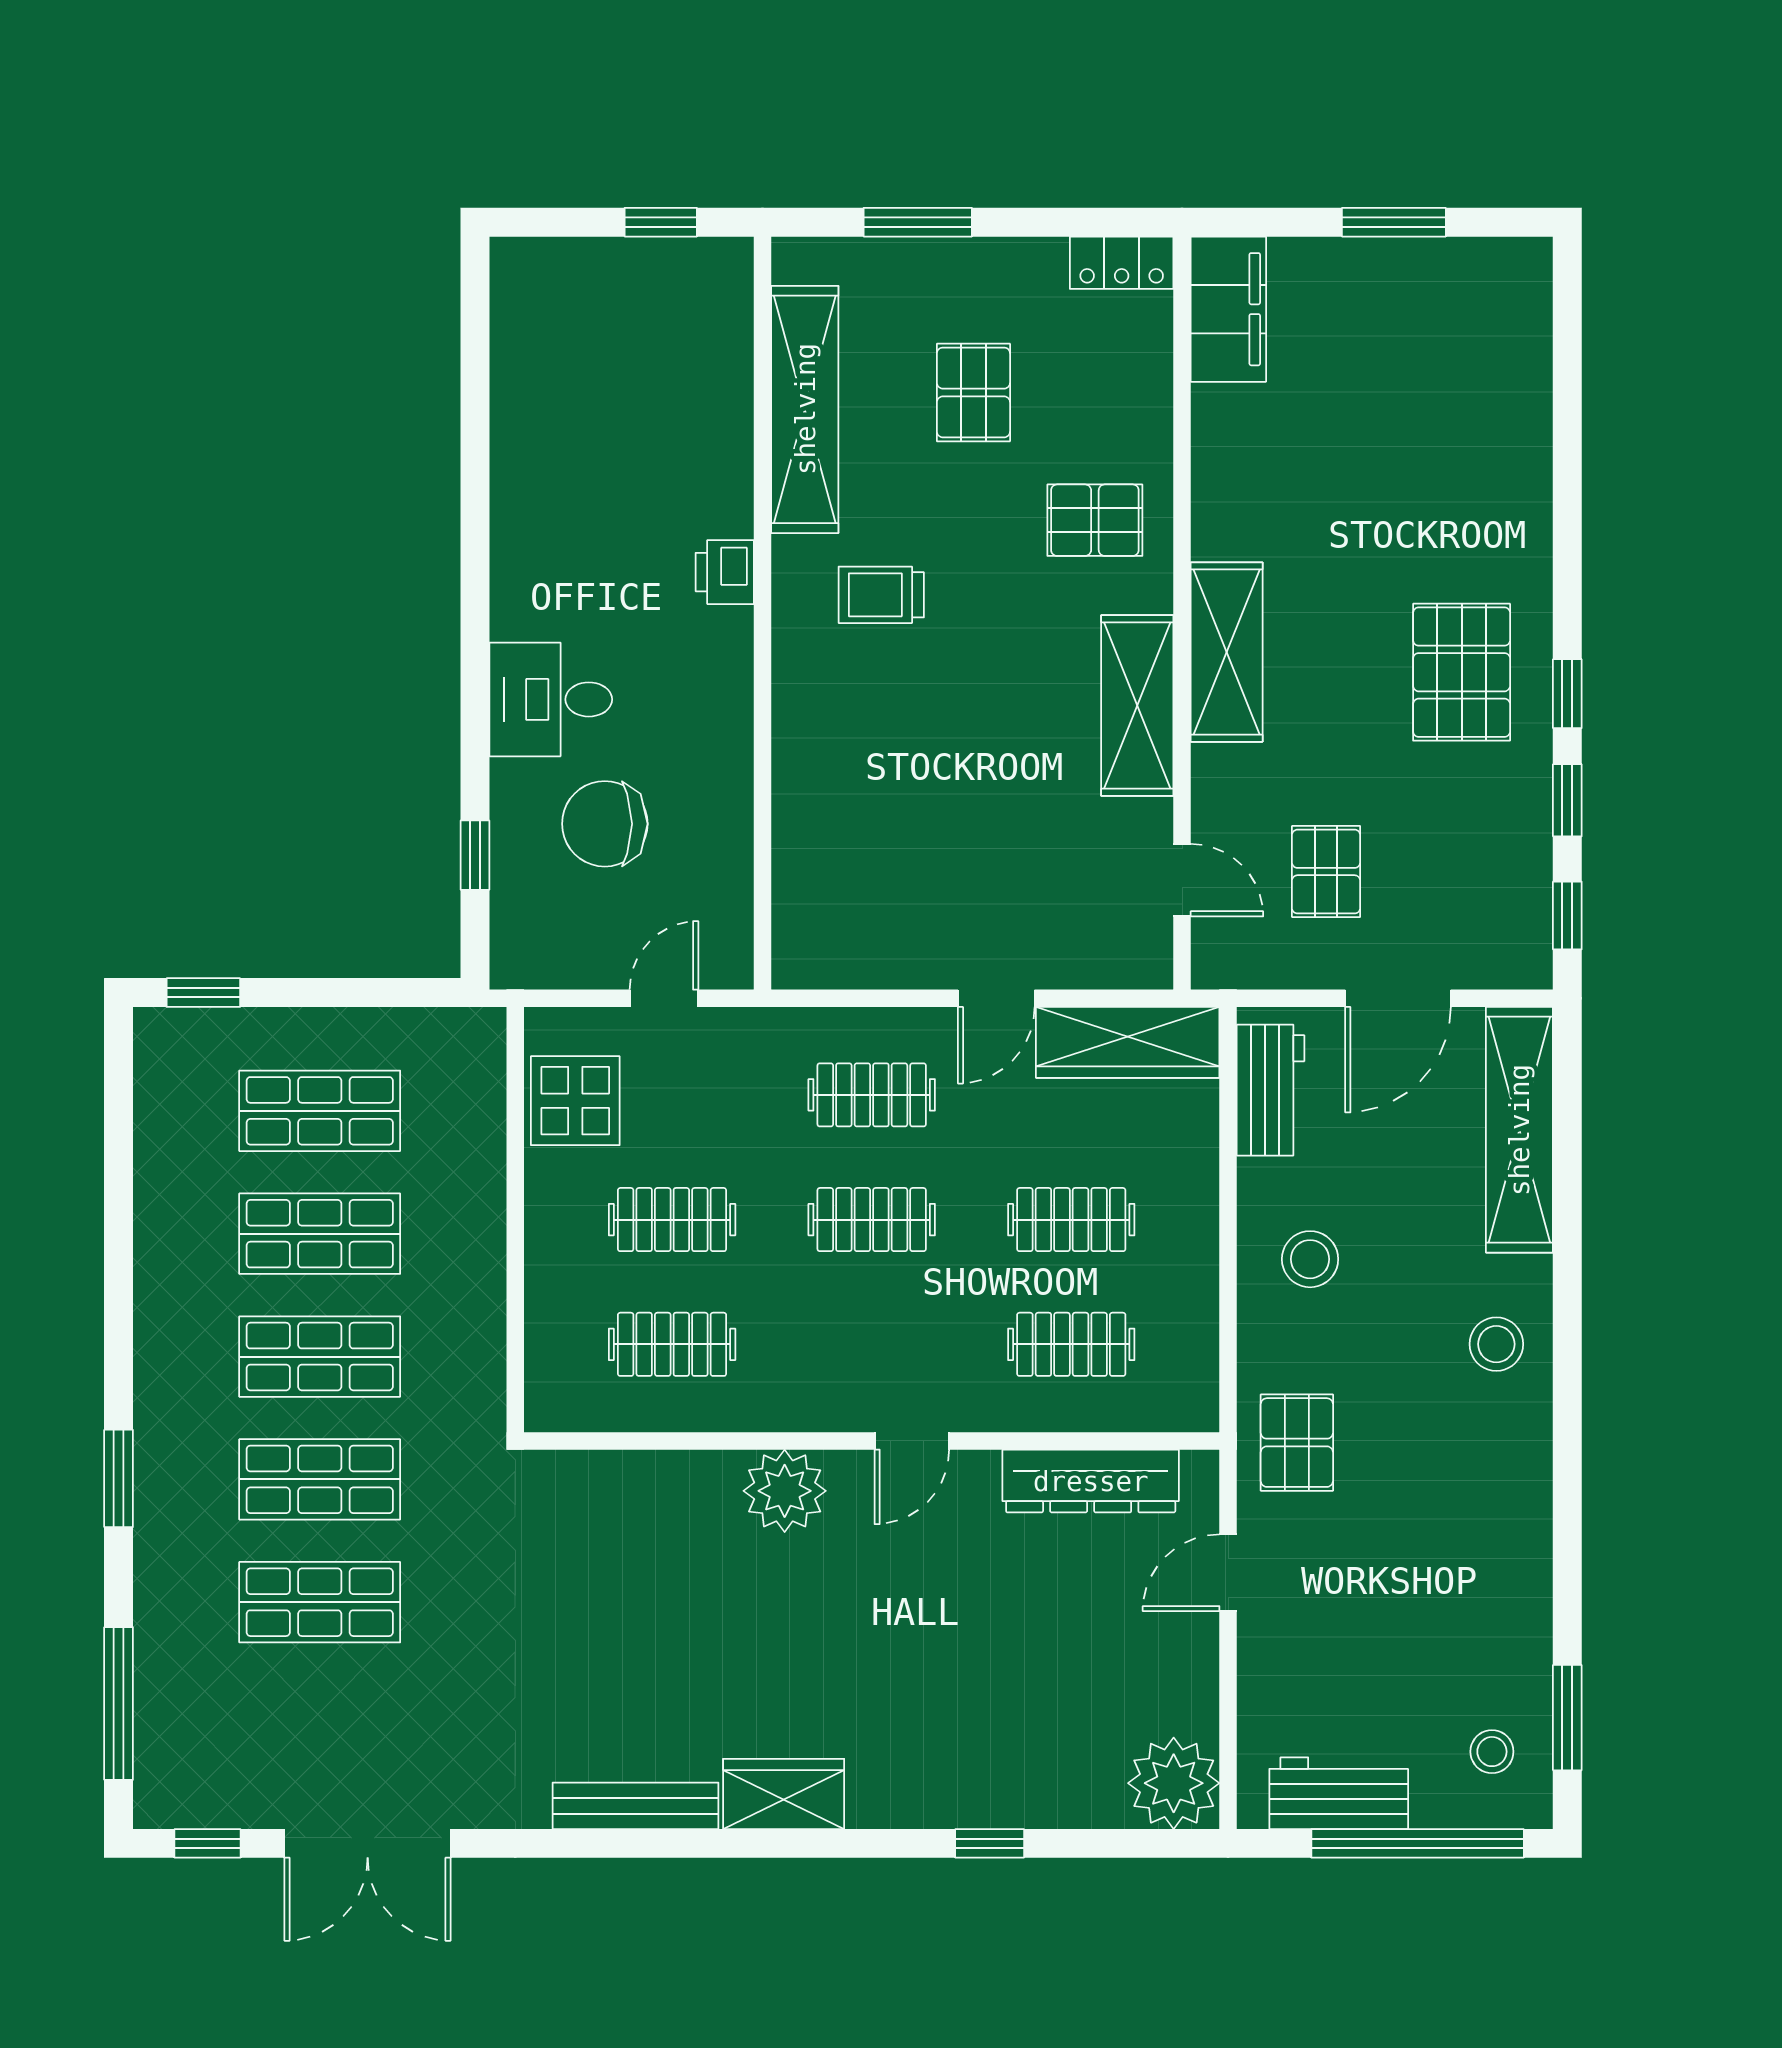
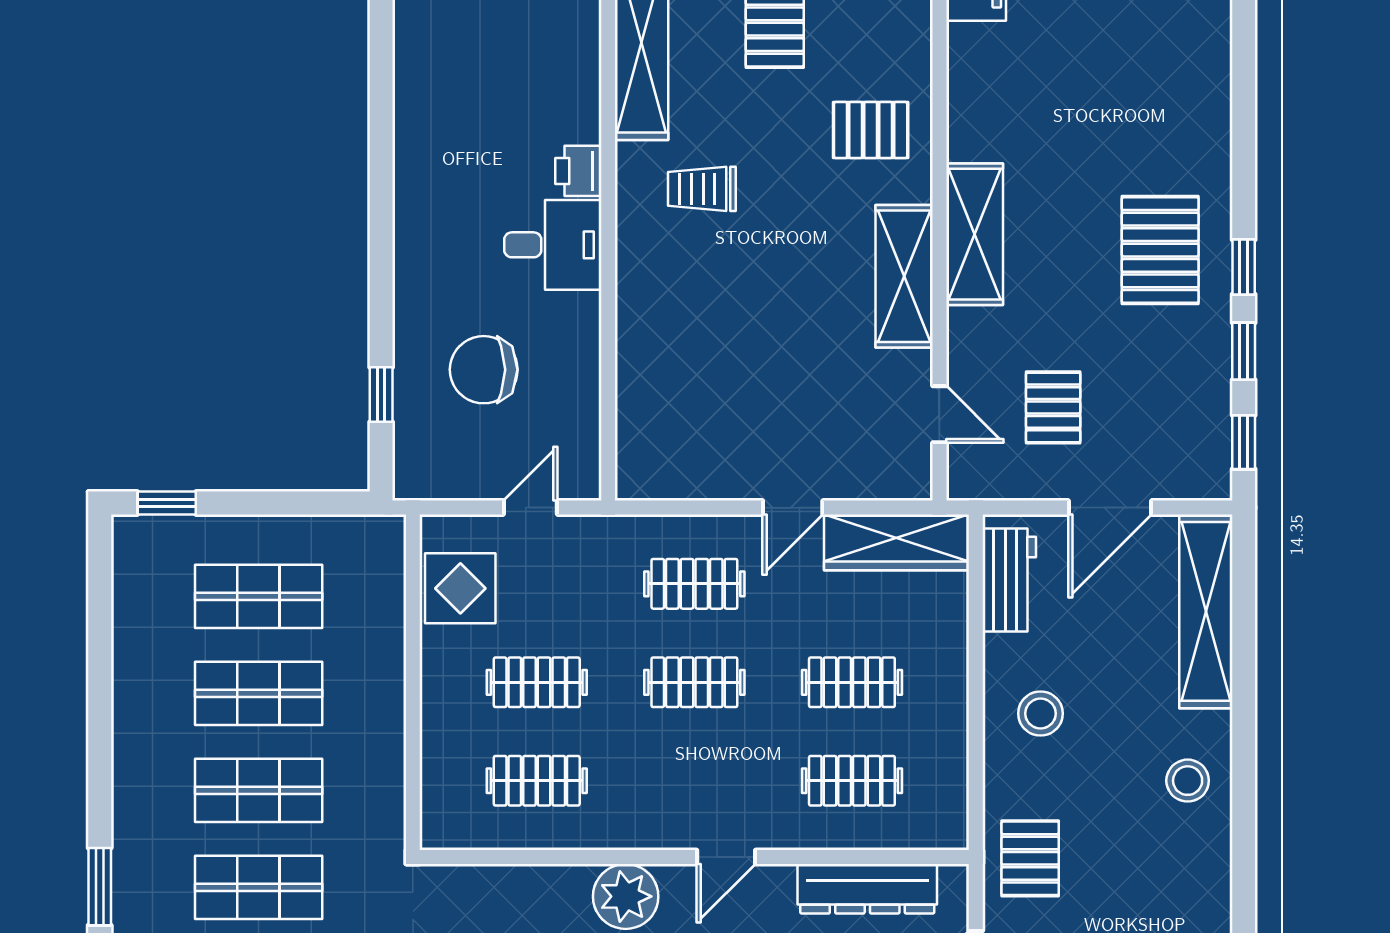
desk: (551, 699) -> (553, 245), moved, turned 180

